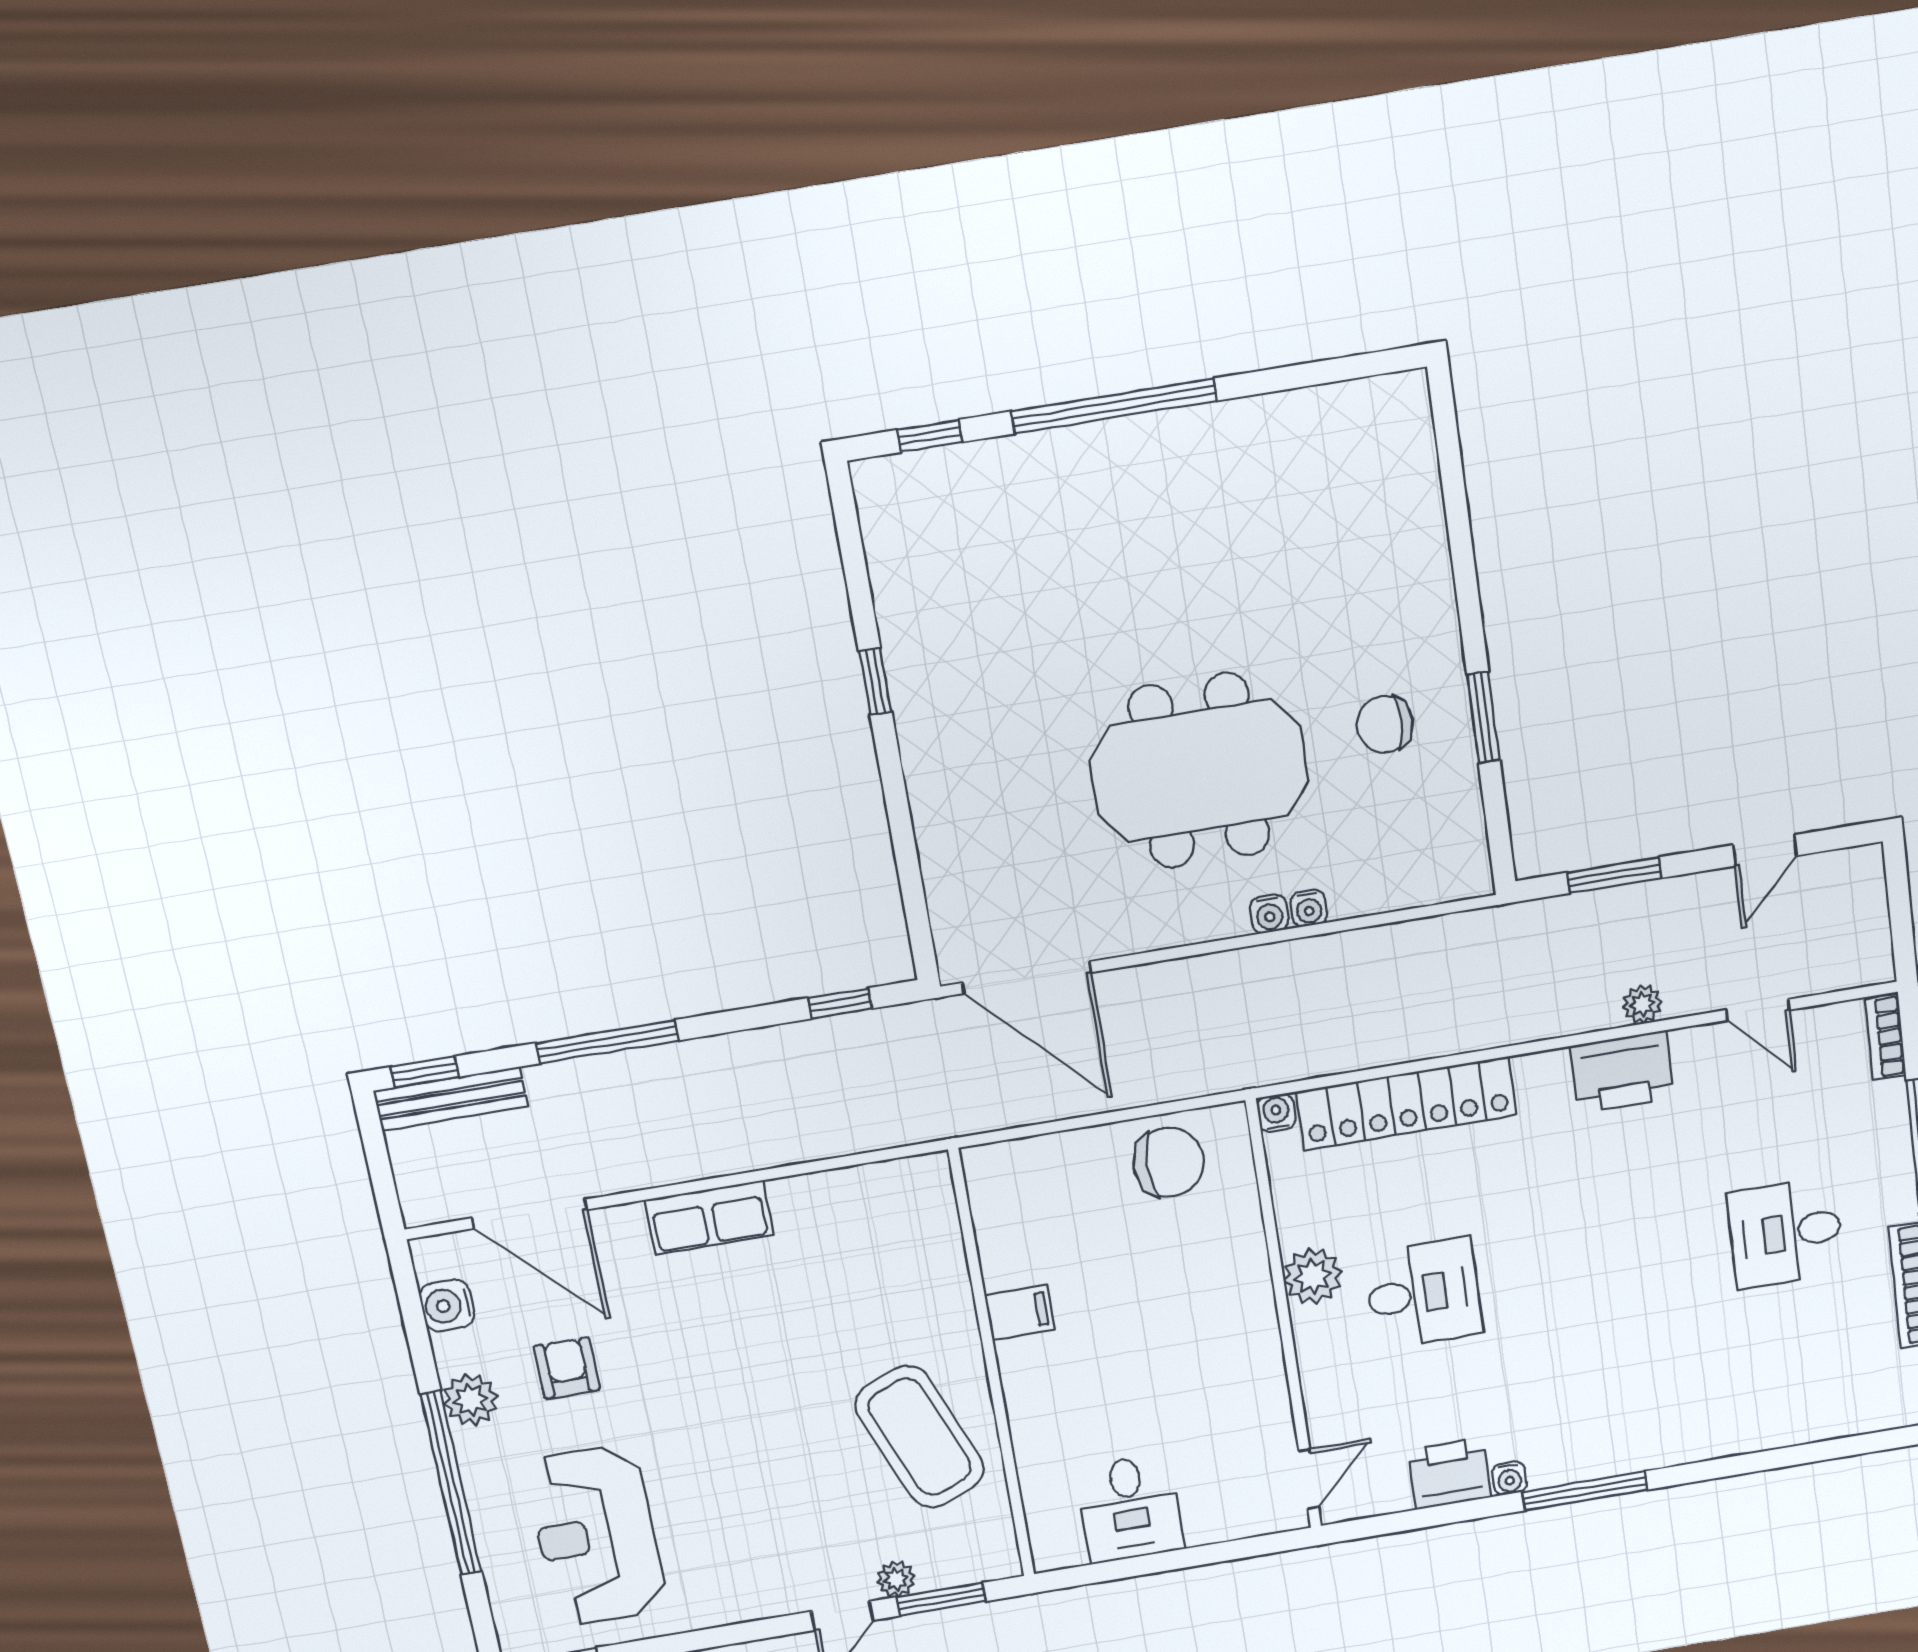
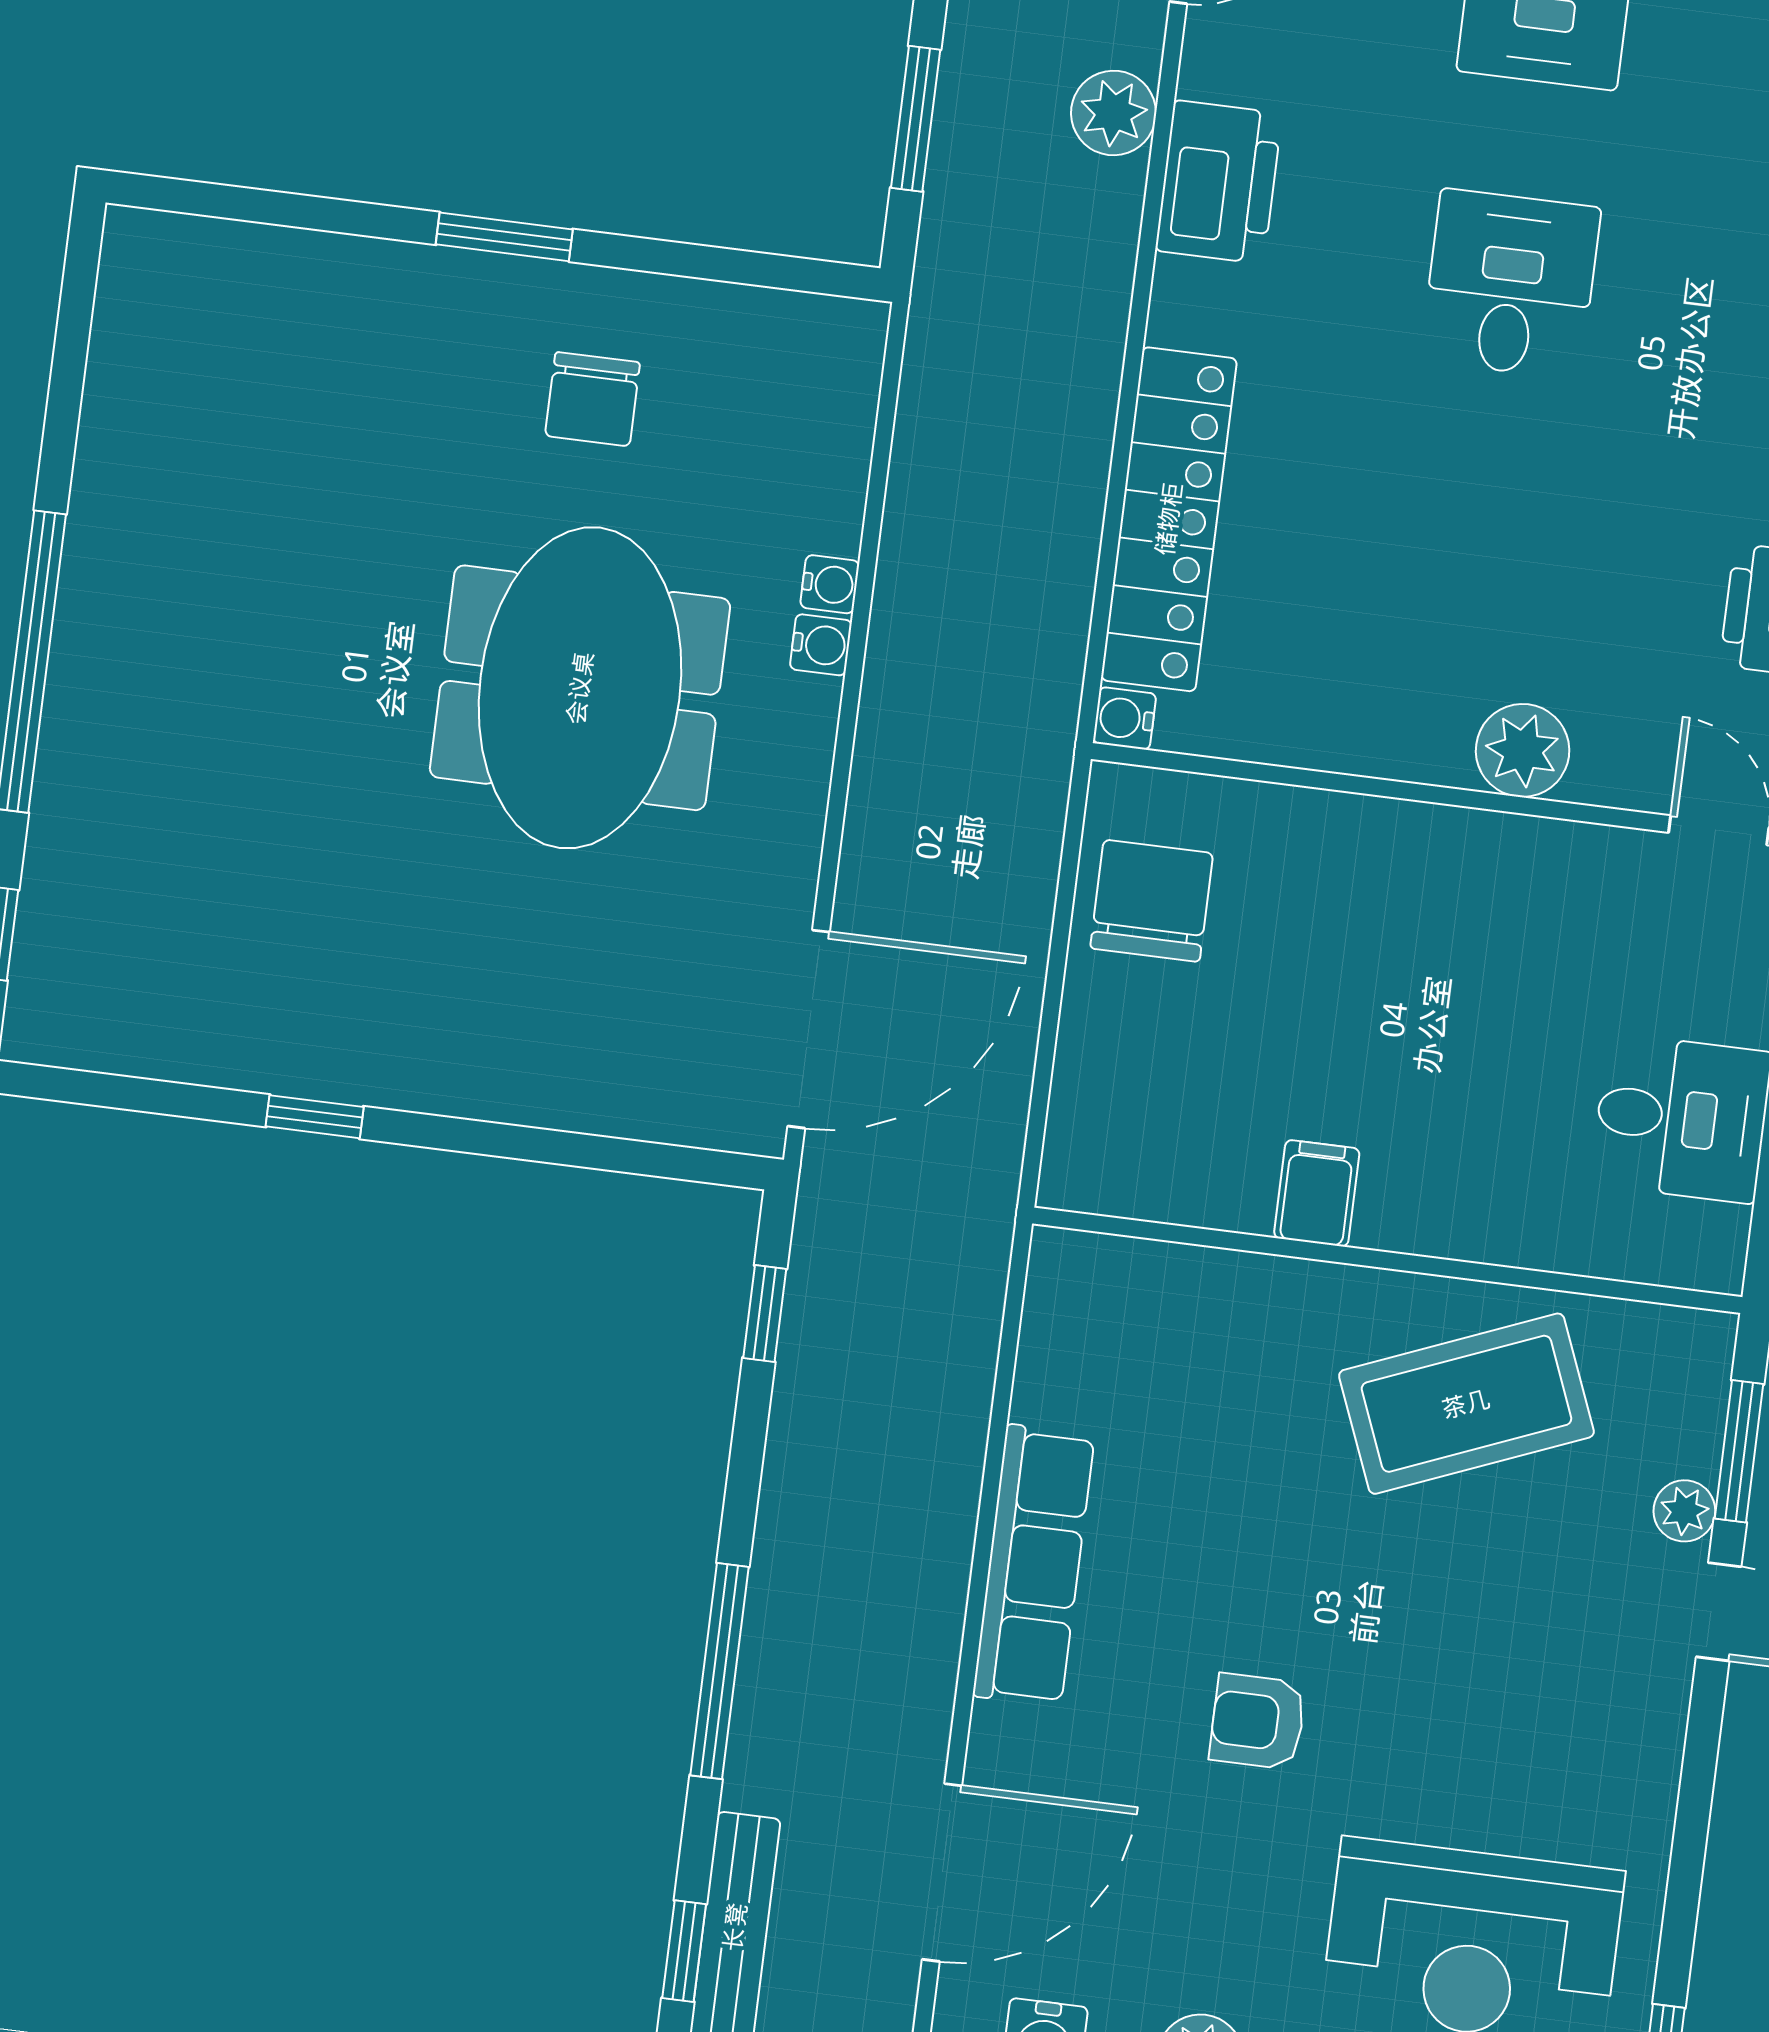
window: (1483, 718) -> (504, 237), moved
plant: (1642, 1004) -> (1114, 113), width x1.38, depth x1.38
row of seats: (709, 1217) -> (1034, 1565), width x1.48
plant: (1313, 1276) -> (1523, 750), moved
desk: (1423, 1293) -> (1511, 284), moved
armchair: (567, 1368) -> (1258, 1721), moved

